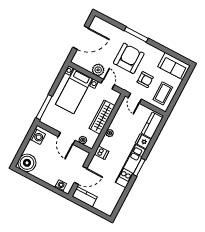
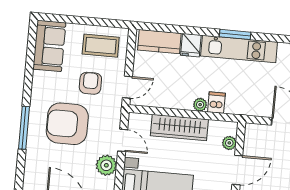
door: (108, 84) -> (123, 140), swing flipped
dishwasher: (102, 153) -> (216, 103), moved

